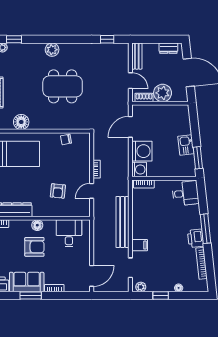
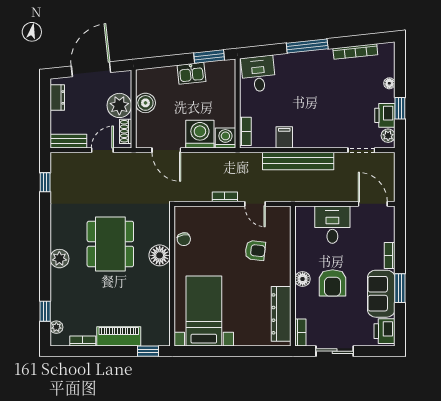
boiler: (164, 112) -> (145, 103), added
floor lamp: (21, 122) -> (160, 255), moved
desk: (69, 233) -> (332, 225), moved, turned 90
printer: (196, 238) -> (385, 115), moved, turned 96
filing cabinet: (140, 245) -> (284, 137), moved
armchair: (34, 247) -> (333, 283), turned 180

